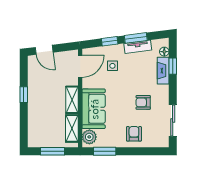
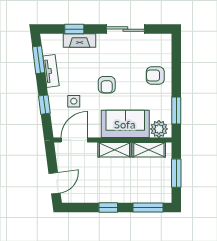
window: (136, 38) -> (39, 60), moved
floor lamp: (164, 52) -> (57, 39), removed
door: (80, 66) -> (74, 140), hinge flipped
armchair: (143, 102) -> (107, 85), moved
sliding door: (173, 121) -> (125, 29), moved
window: (24, 128) -> (148, 207), added

